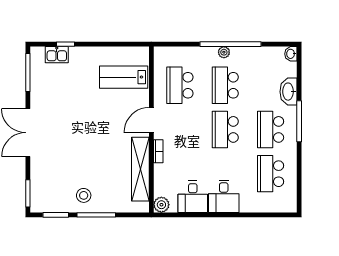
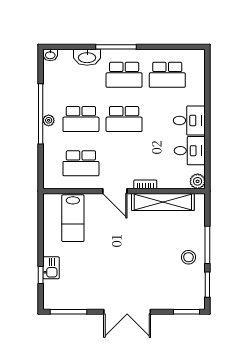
kitchen sink: (57, 55) -> (51, 268), moved

